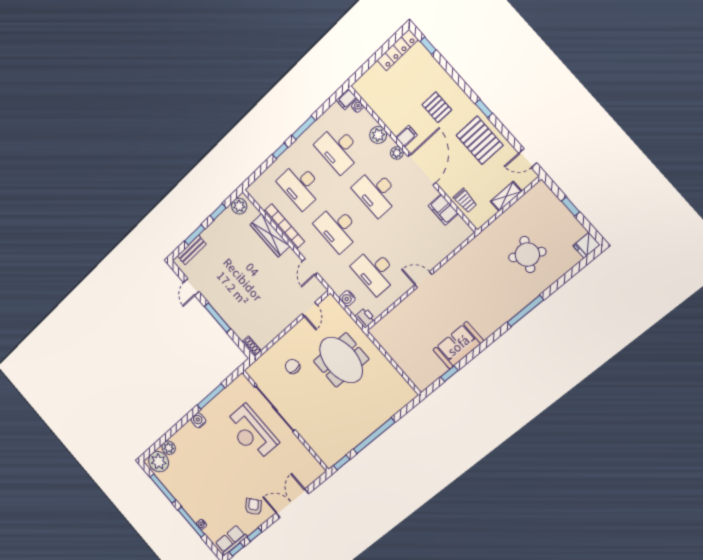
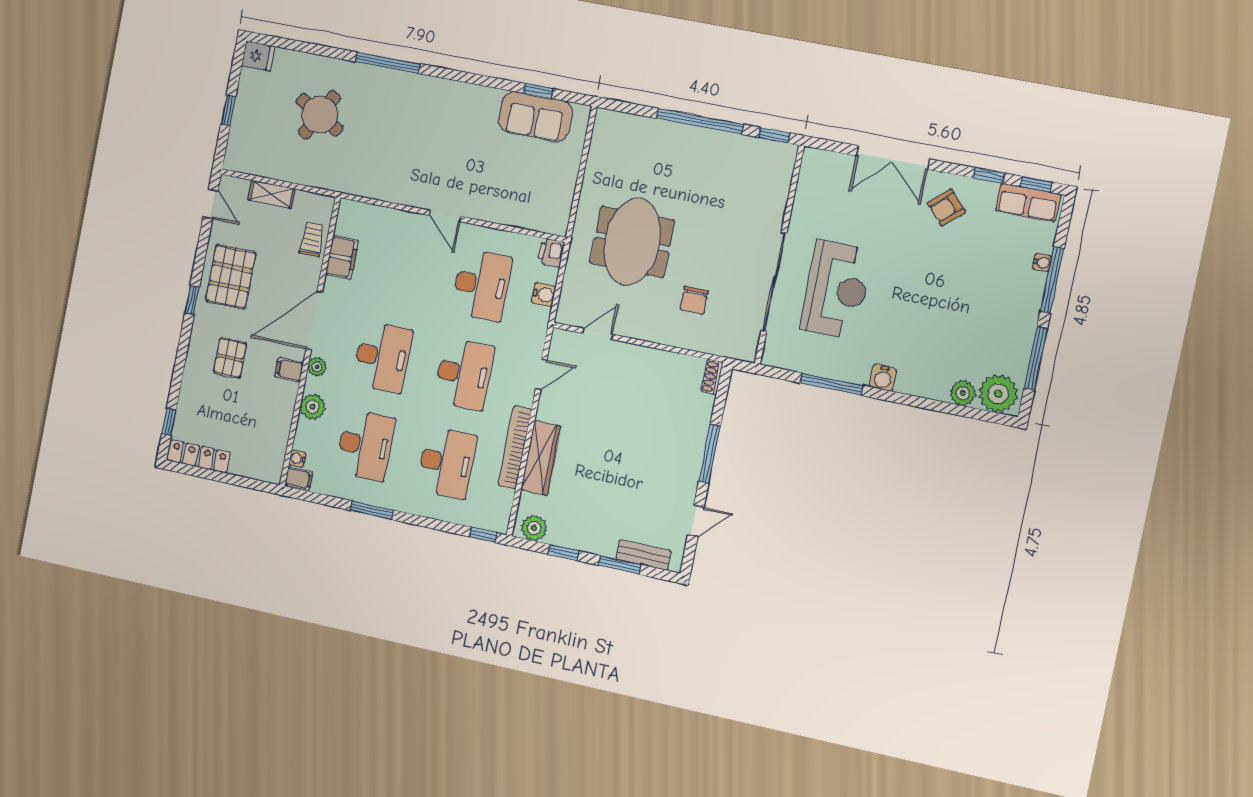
window: (280, 151) -> (483, 535), moved
sofa: (458, 345) -> (535, 117), moved

